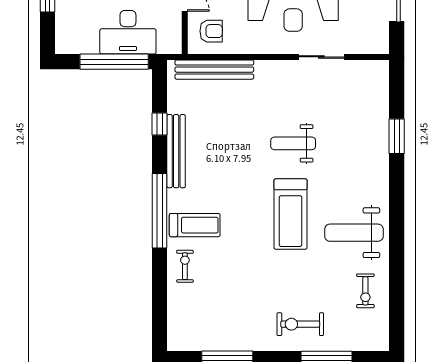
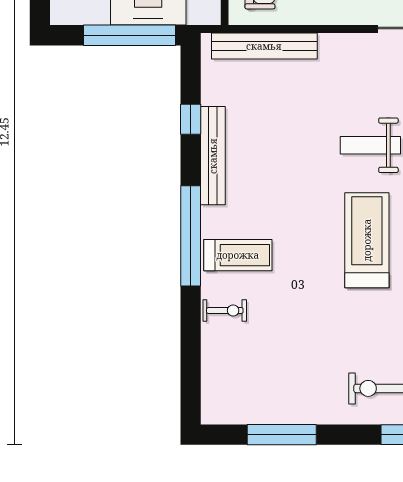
treadmill: (291, 214) -> (367, 240), turned 180
exercise bike: (185, 266) -> (225, 310), turned 90

